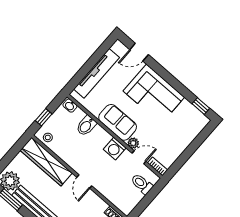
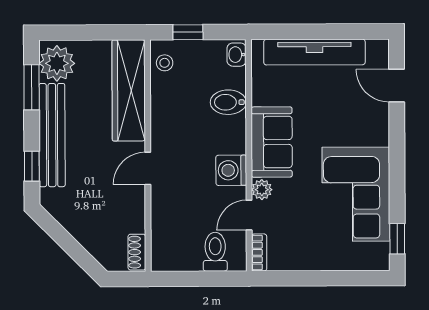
corner sofa: (154, 94) -> (356, 194), moved
door: (139, 157) -> (249, 215), swing flipped

